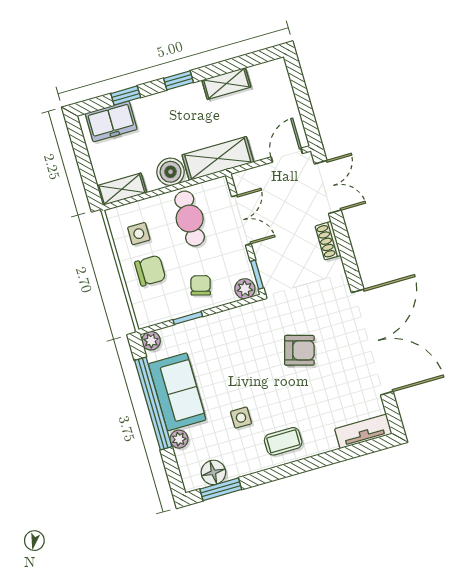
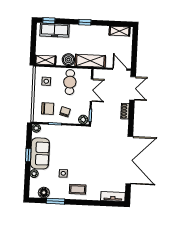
shelving: (226, 84) -> (120, 31), moved
window: (126, 95) -> (49, 21), moved
freezer: (111, 121) -> (55, 30), width x1.40
door: (287, 155) -> (120, 69), hinge flipped
chair: (150, 271) -> (48, 109), moved
armchair: (299, 350) -> (97, 153), removed
window: (153, 404) -> (28, 155), width x0.32
window: (221, 489) -> (56, 201), moved

